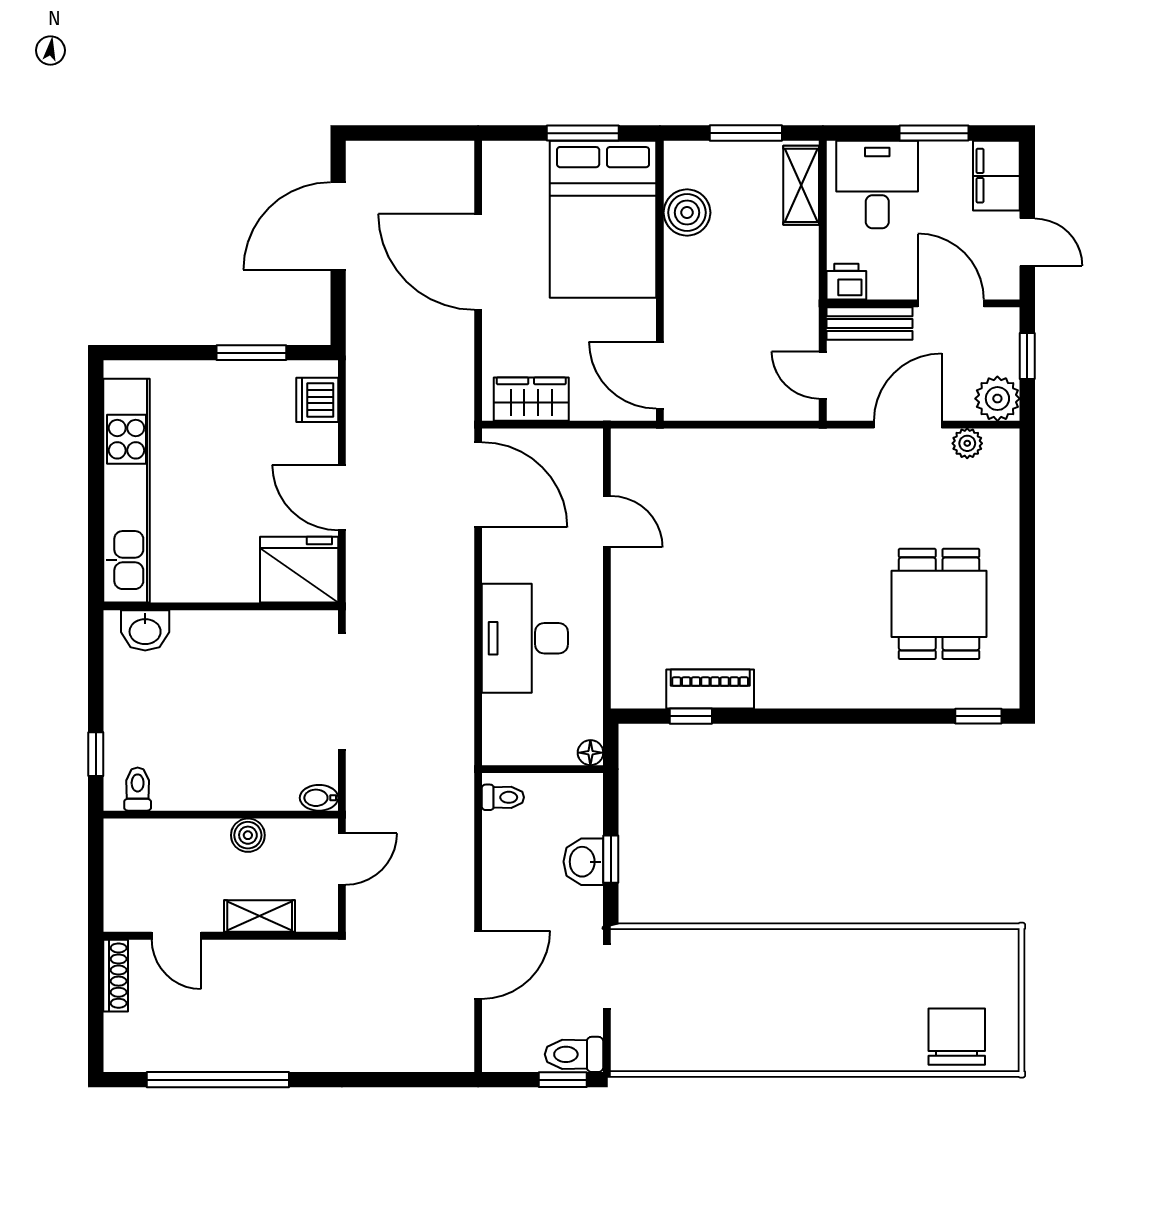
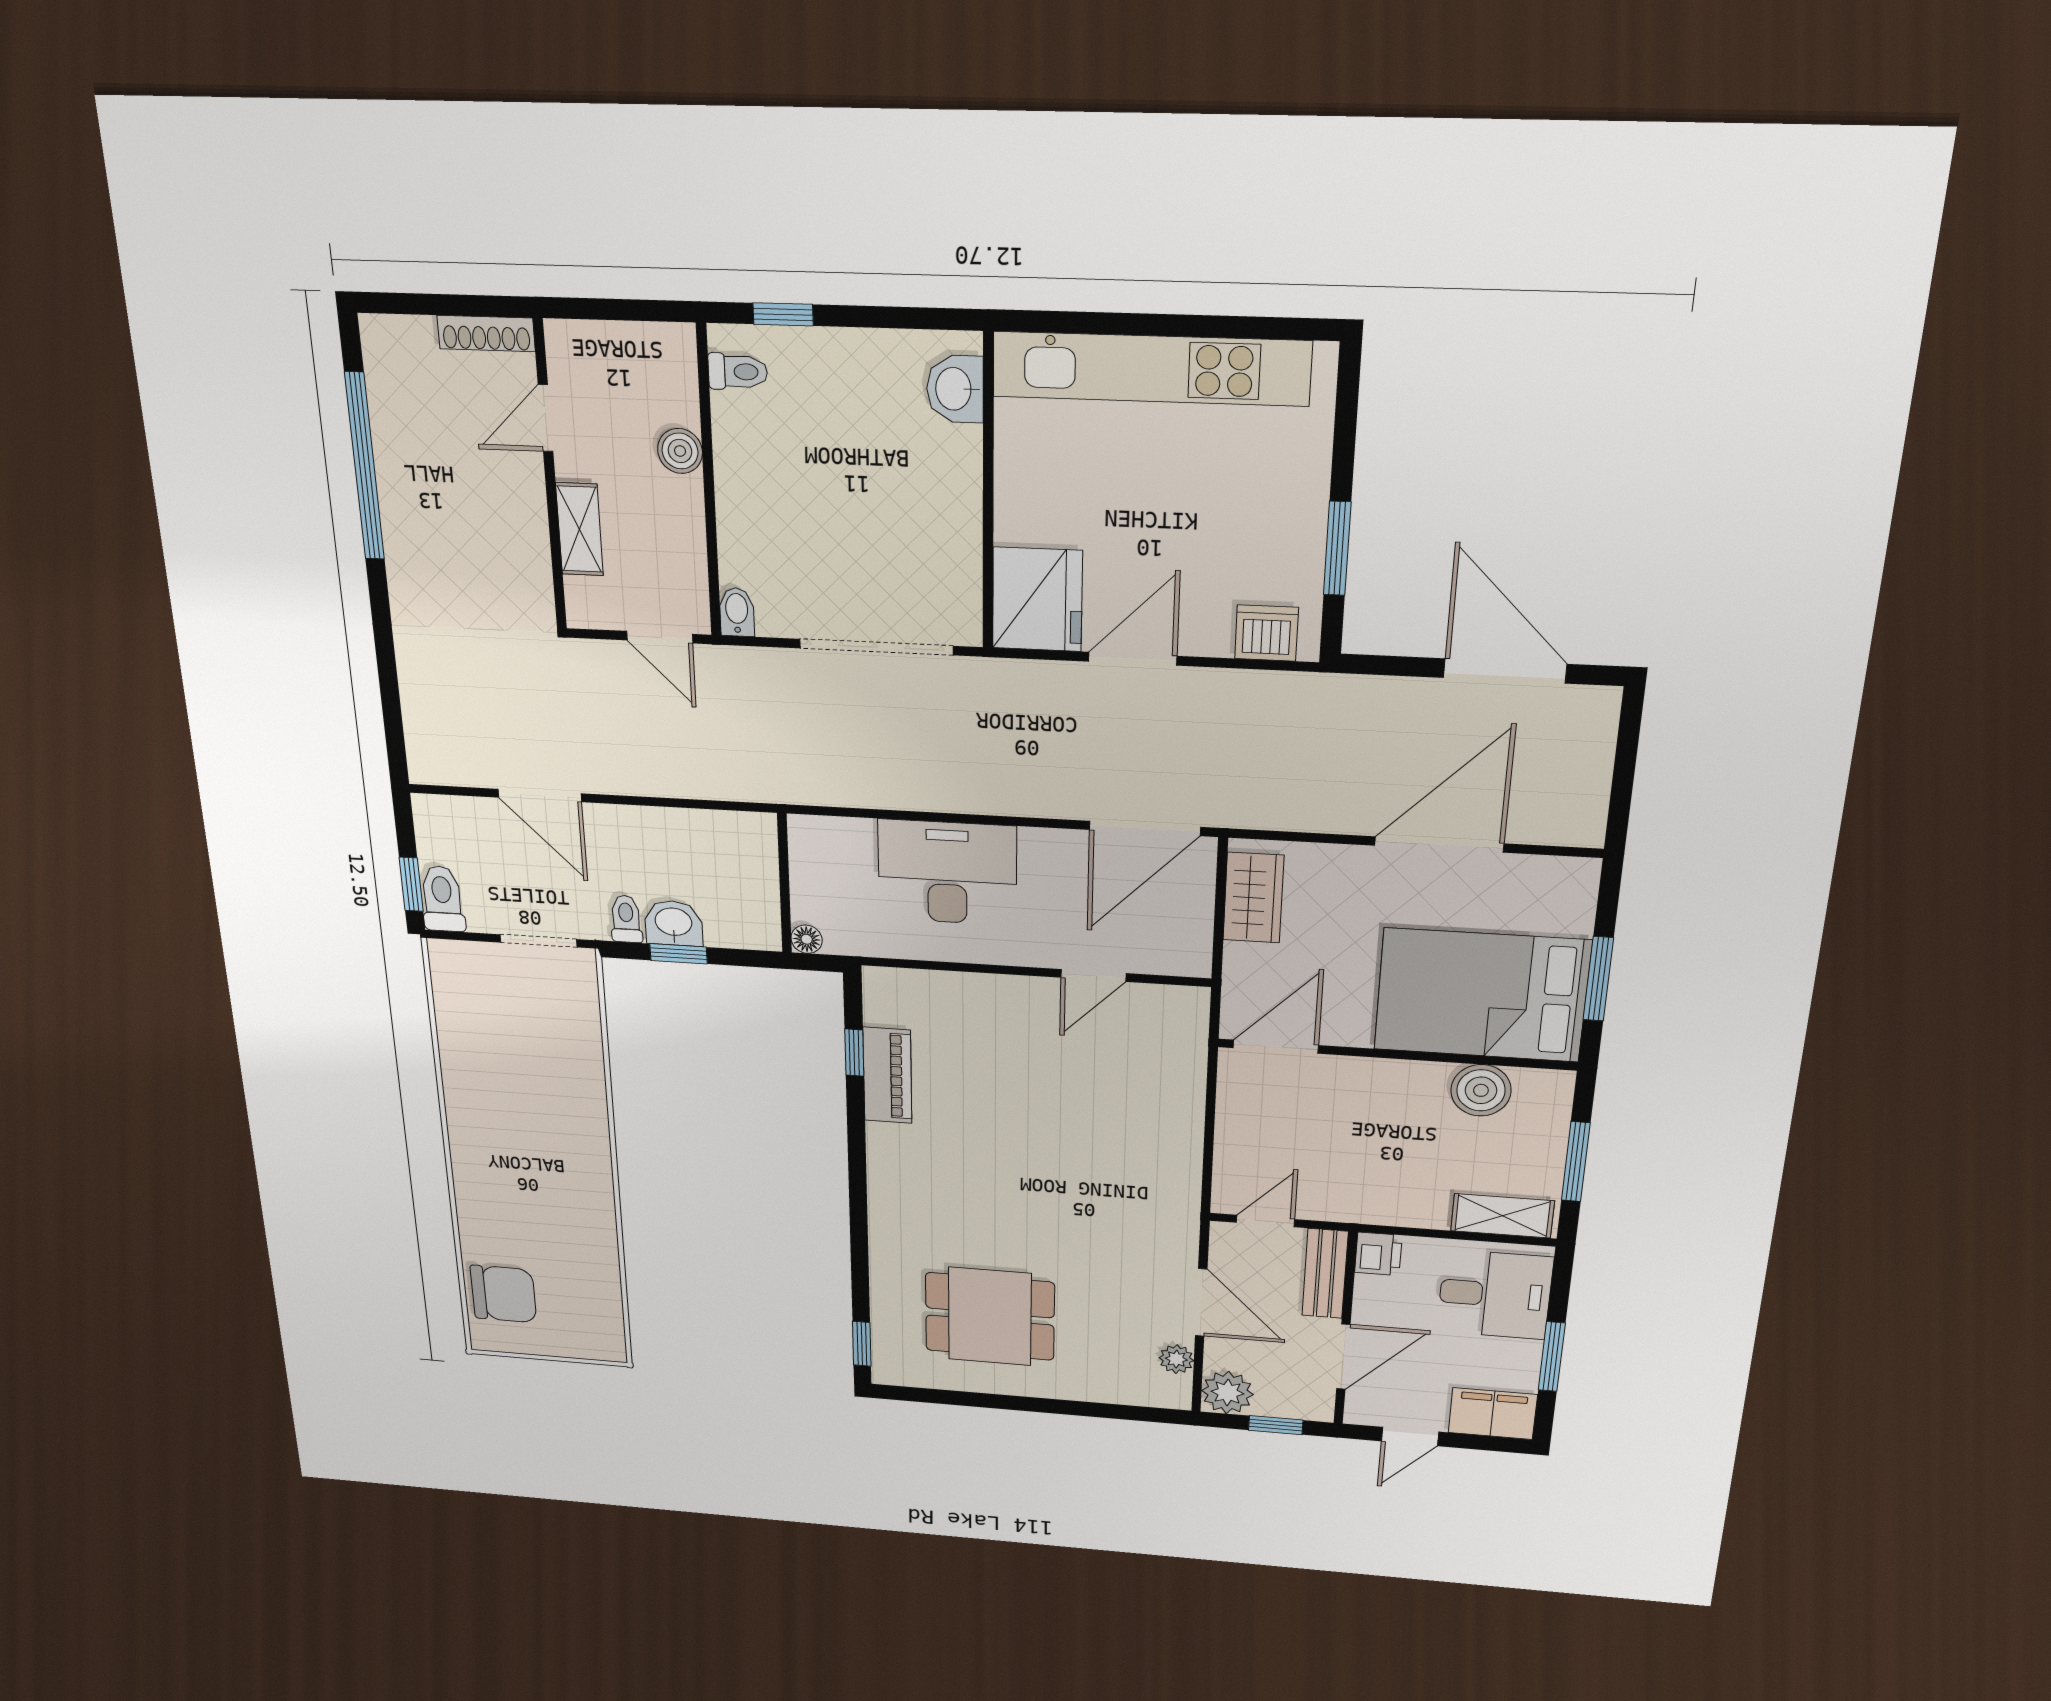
toilet: (503, 797) -> (626, 919), moved, turned 180
boiler: (248, 835) -> (680, 451), moved

